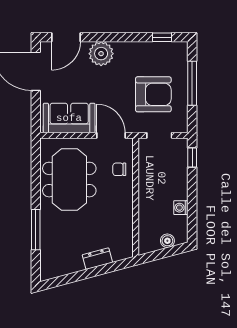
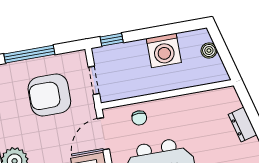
armchair: (153, 94) -> (49, 95), turned -90
washing machine: (181, 208) -> (164, 50), width x1.89, depth x1.89

